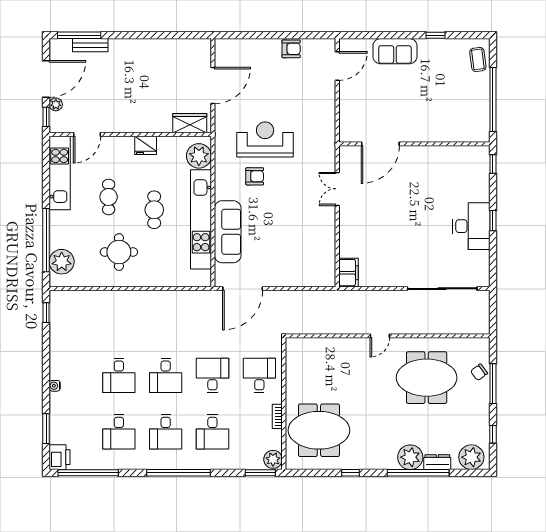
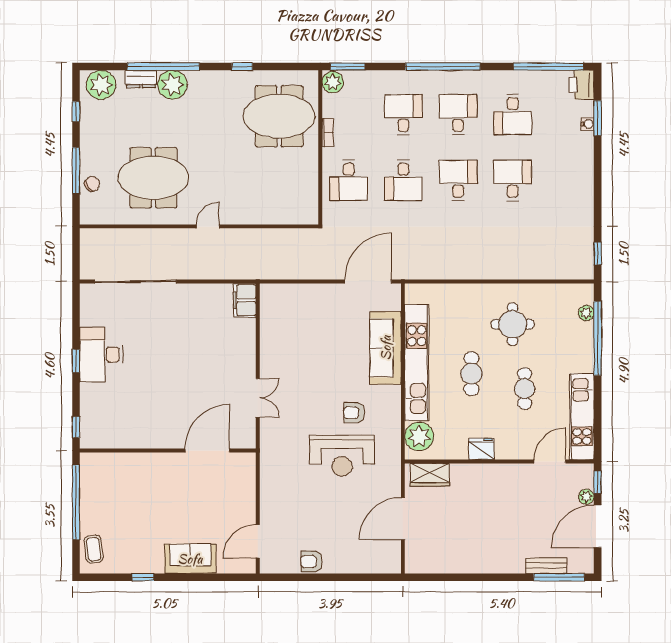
plant: (62, 262) -> (586, 313), width x0.53, depth x0.53
water cooler: (55, 386) -> (588, 124), moved
desk: (119, 432) -> (513, 114), turned 180

